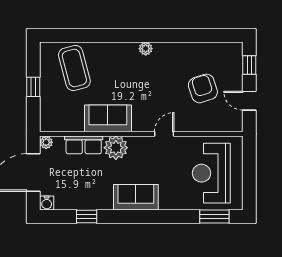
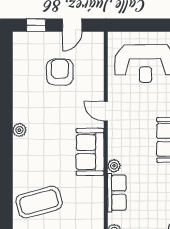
armchair: (203, 88) -> (60, 72), turned 108
sofa: (108, 118) -> (90, 152), moved
plant: (116, 148) -> (114, 166), width x0.53, depth x0.53

